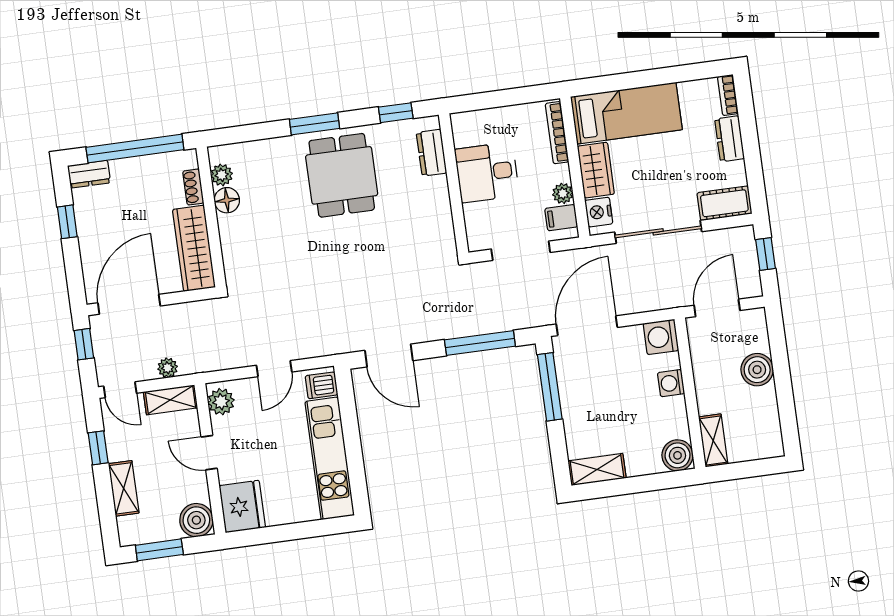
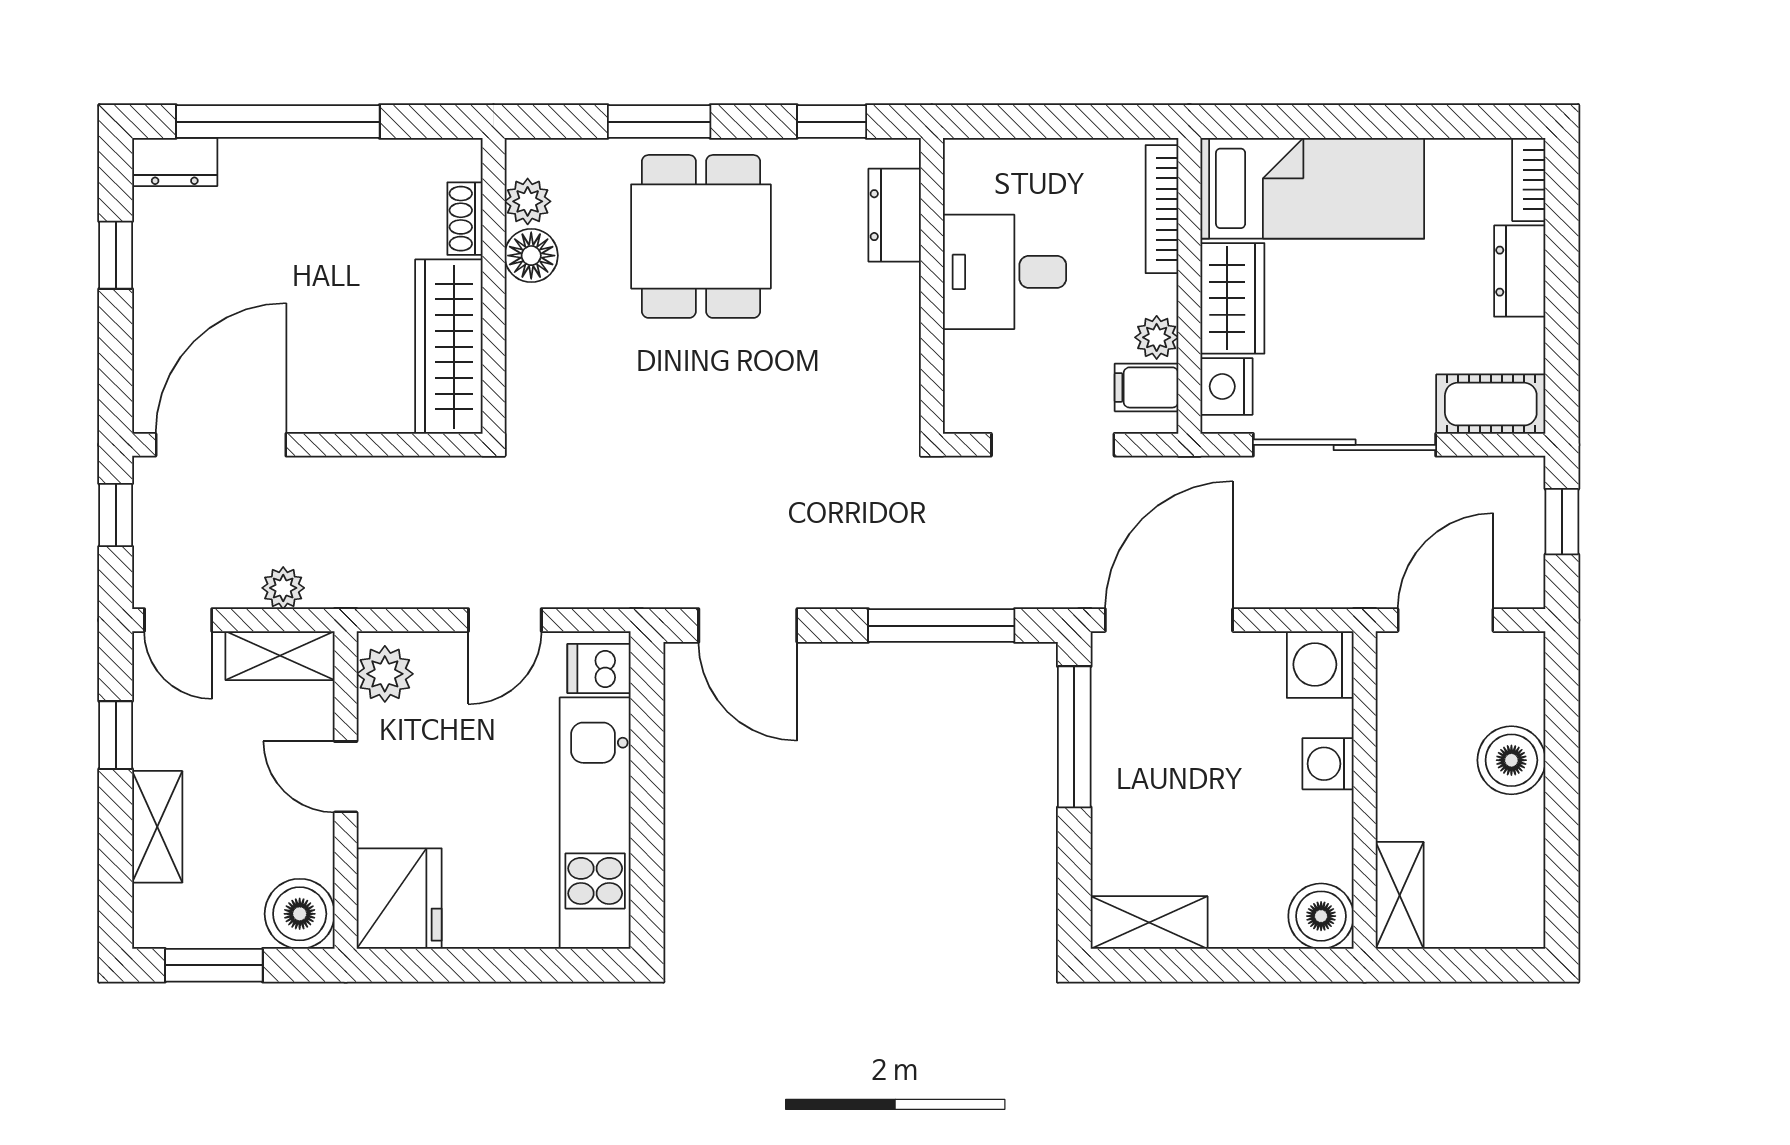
plant: (222, 175) -> (528, 201), moved
shoe rack: (193, 187) -> (465, 219), moved
floor lamp: (227, 200) -> (531, 256), moved
wall: (211, 217) -> (494, 286), moved
wardrobe: (194, 248) -> (449, 347), moved

